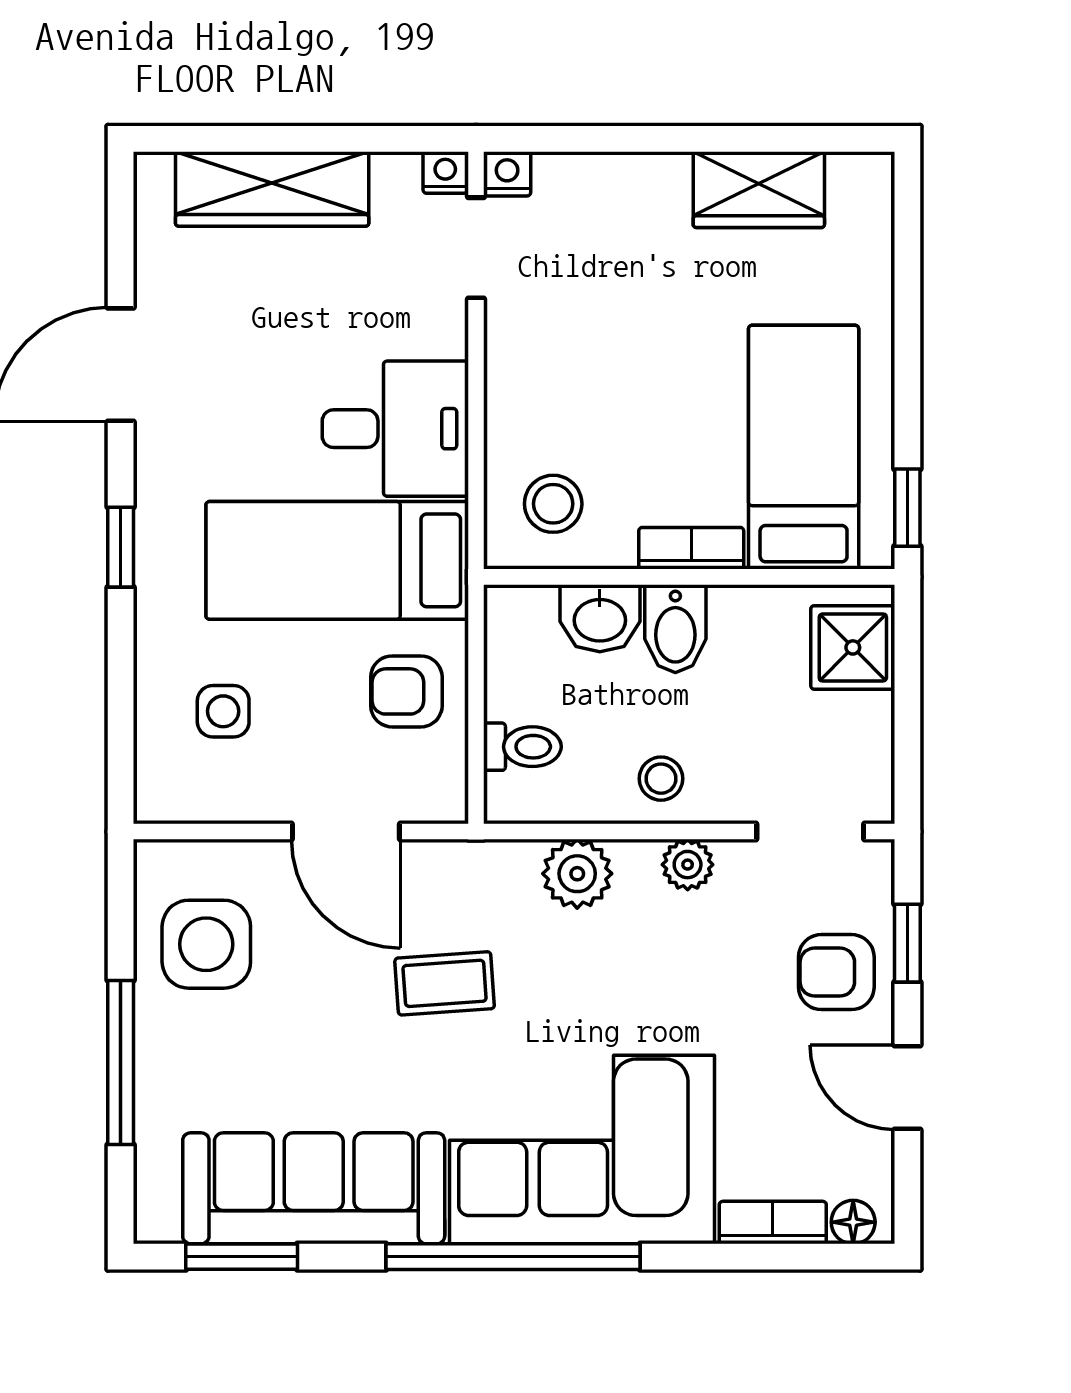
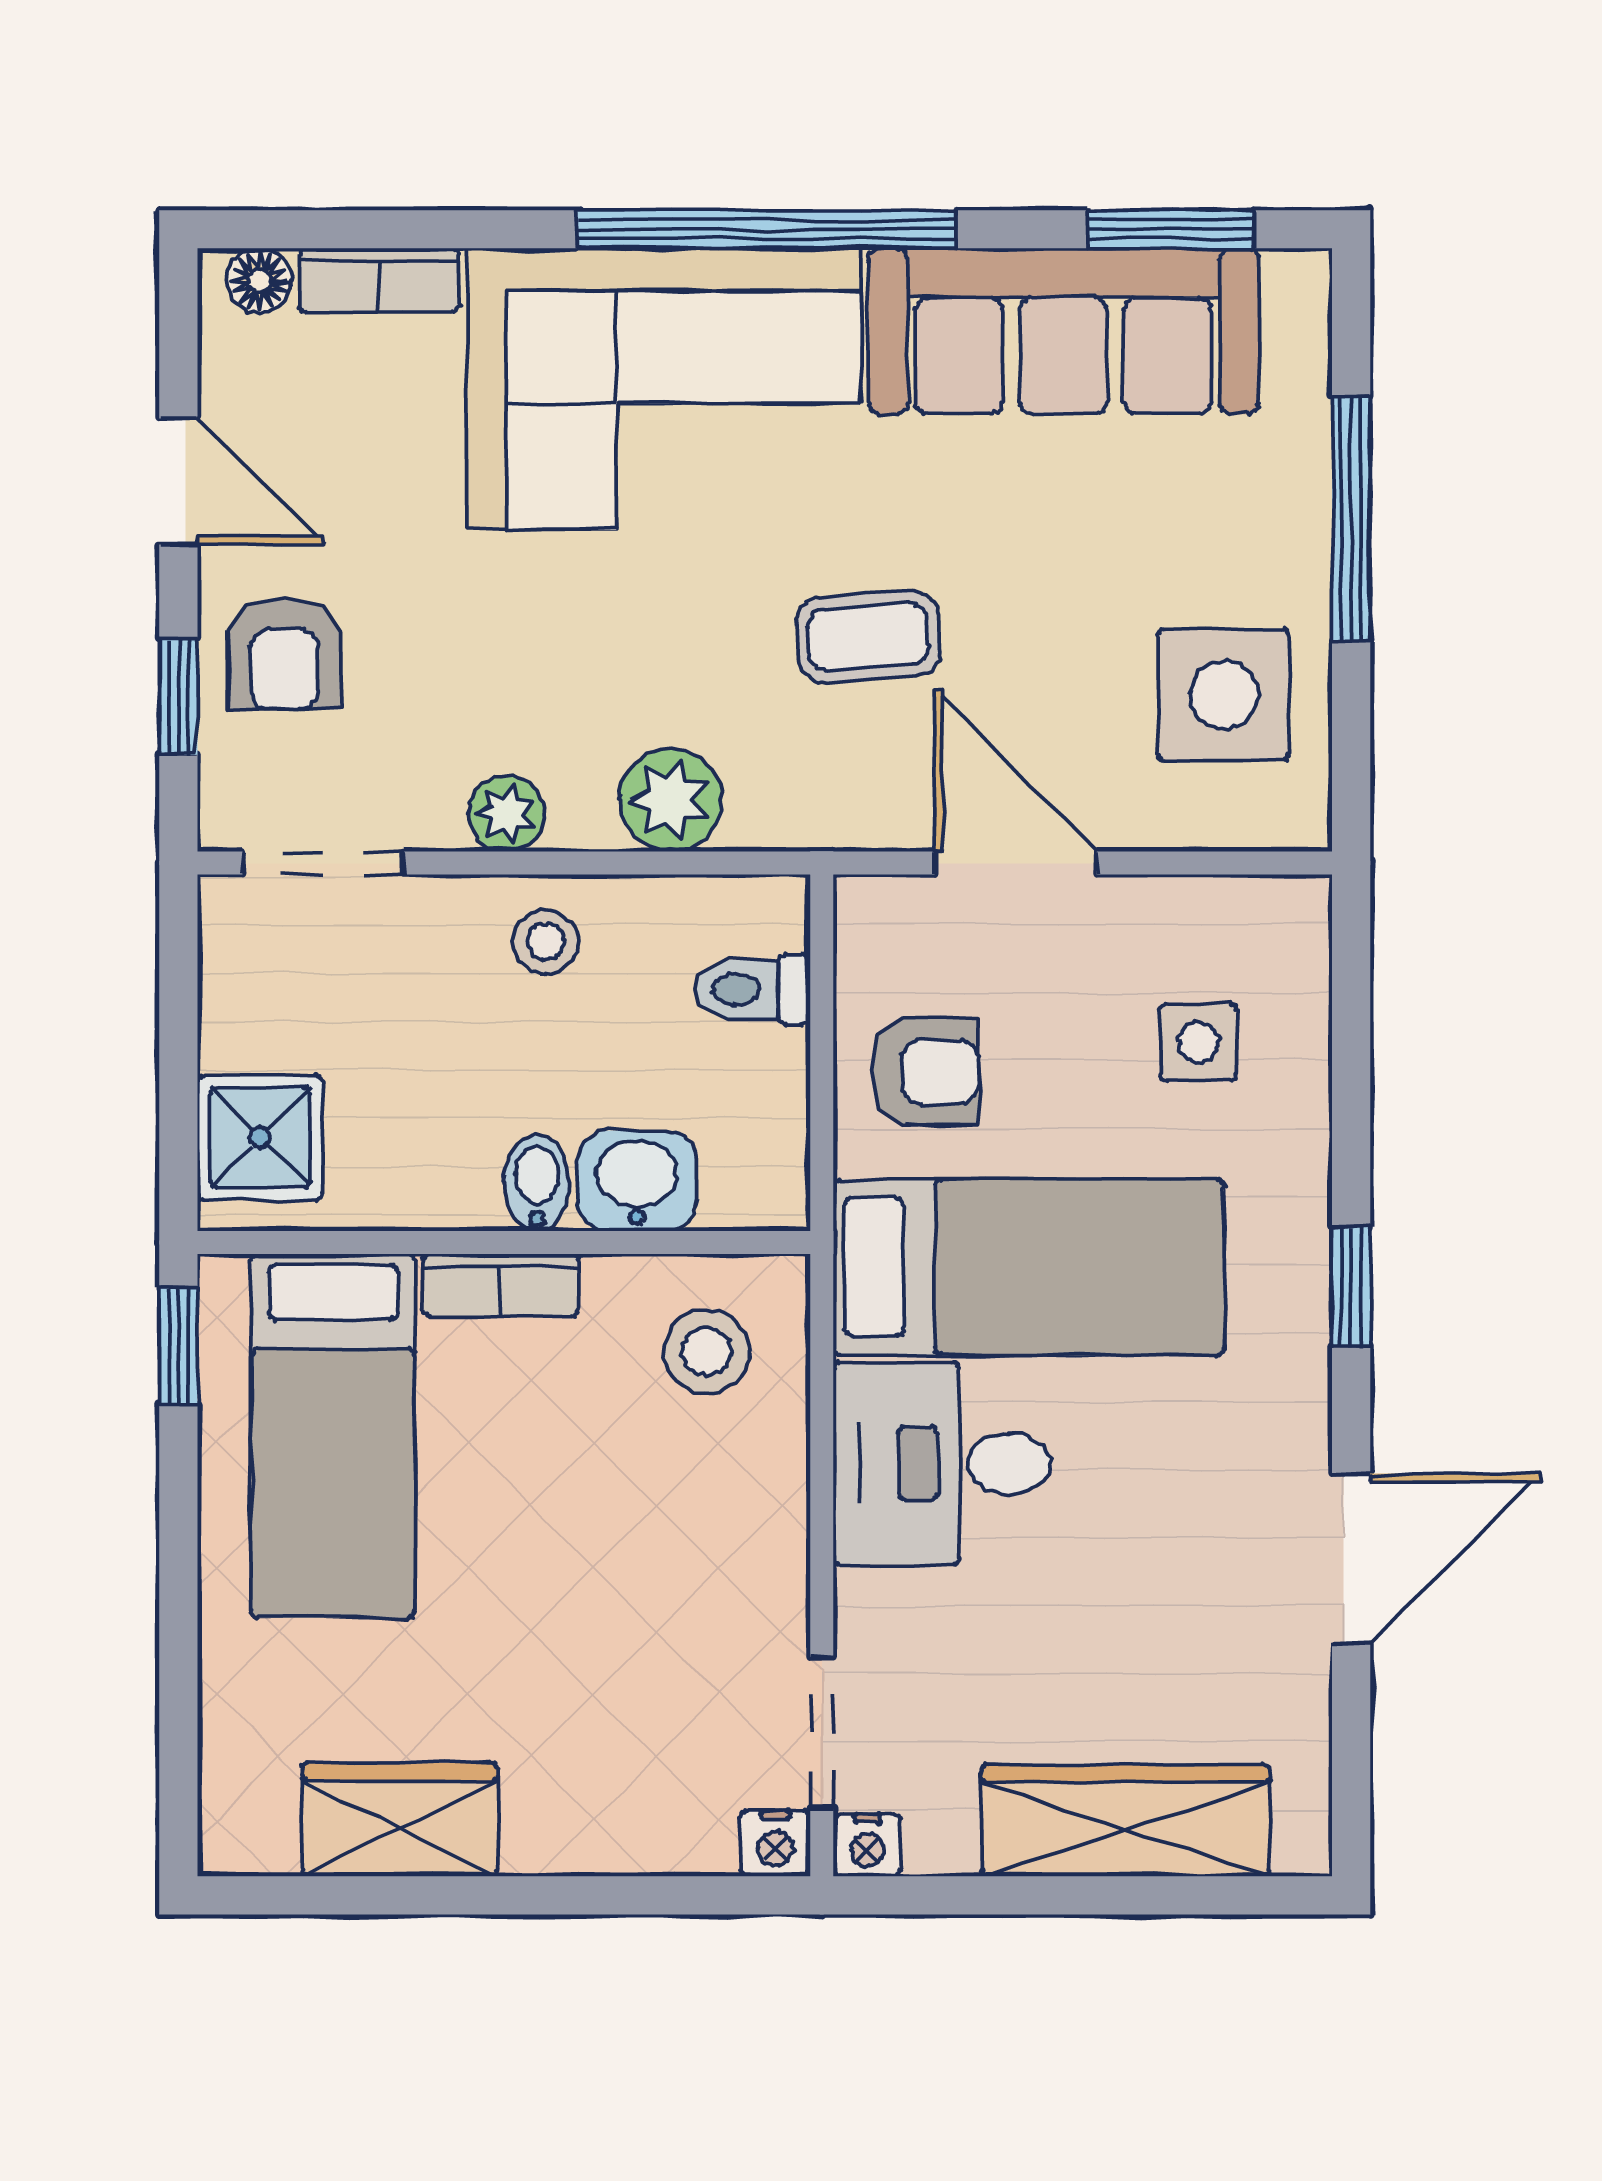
bidet: (675, 629) -> (537, 1183), width x0.72, depth x0.74
armchair: (836, 972) -> (284, 653), turned 90

